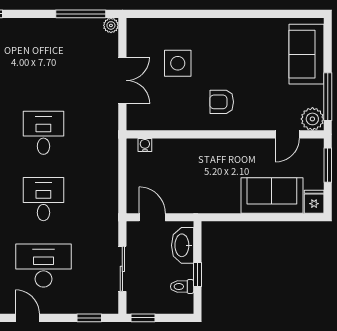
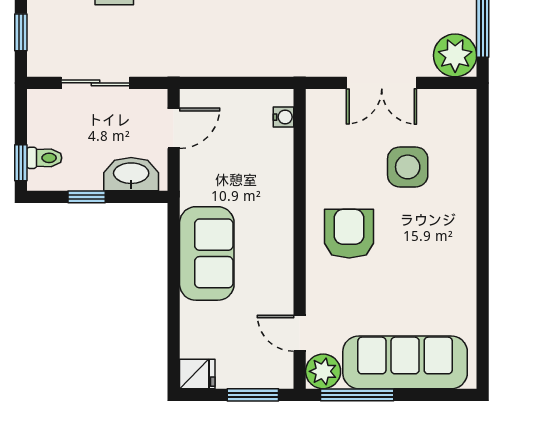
plant: (111, 25) -> (455, 55), width x1.88, depth x1.88
sofa: (306, 54) -> (405, 362), width x1.36
armchair: (222, 102) -> (349, 234), width x1.38, depth x1.38
sofa: (272, 195) -> (207, 253), moved
toilet: (182, 287) -> (44, 158), moved, turned 90
window: (143, 318) -> (21, 163), moved

